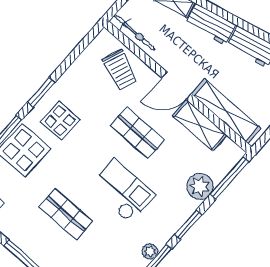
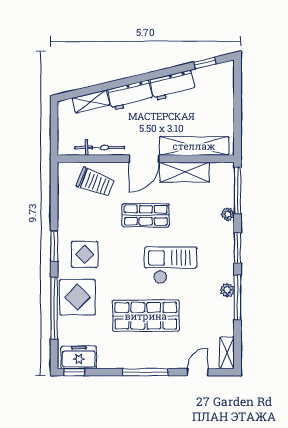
bicycle: (135, 33) -> (100, 148), moved
plant: (200, 186) -> (228, 214), width x0.53, depth x0.53
shop shelf: (66, 214) -> (146, 316), width x1.43, depth x1.36

